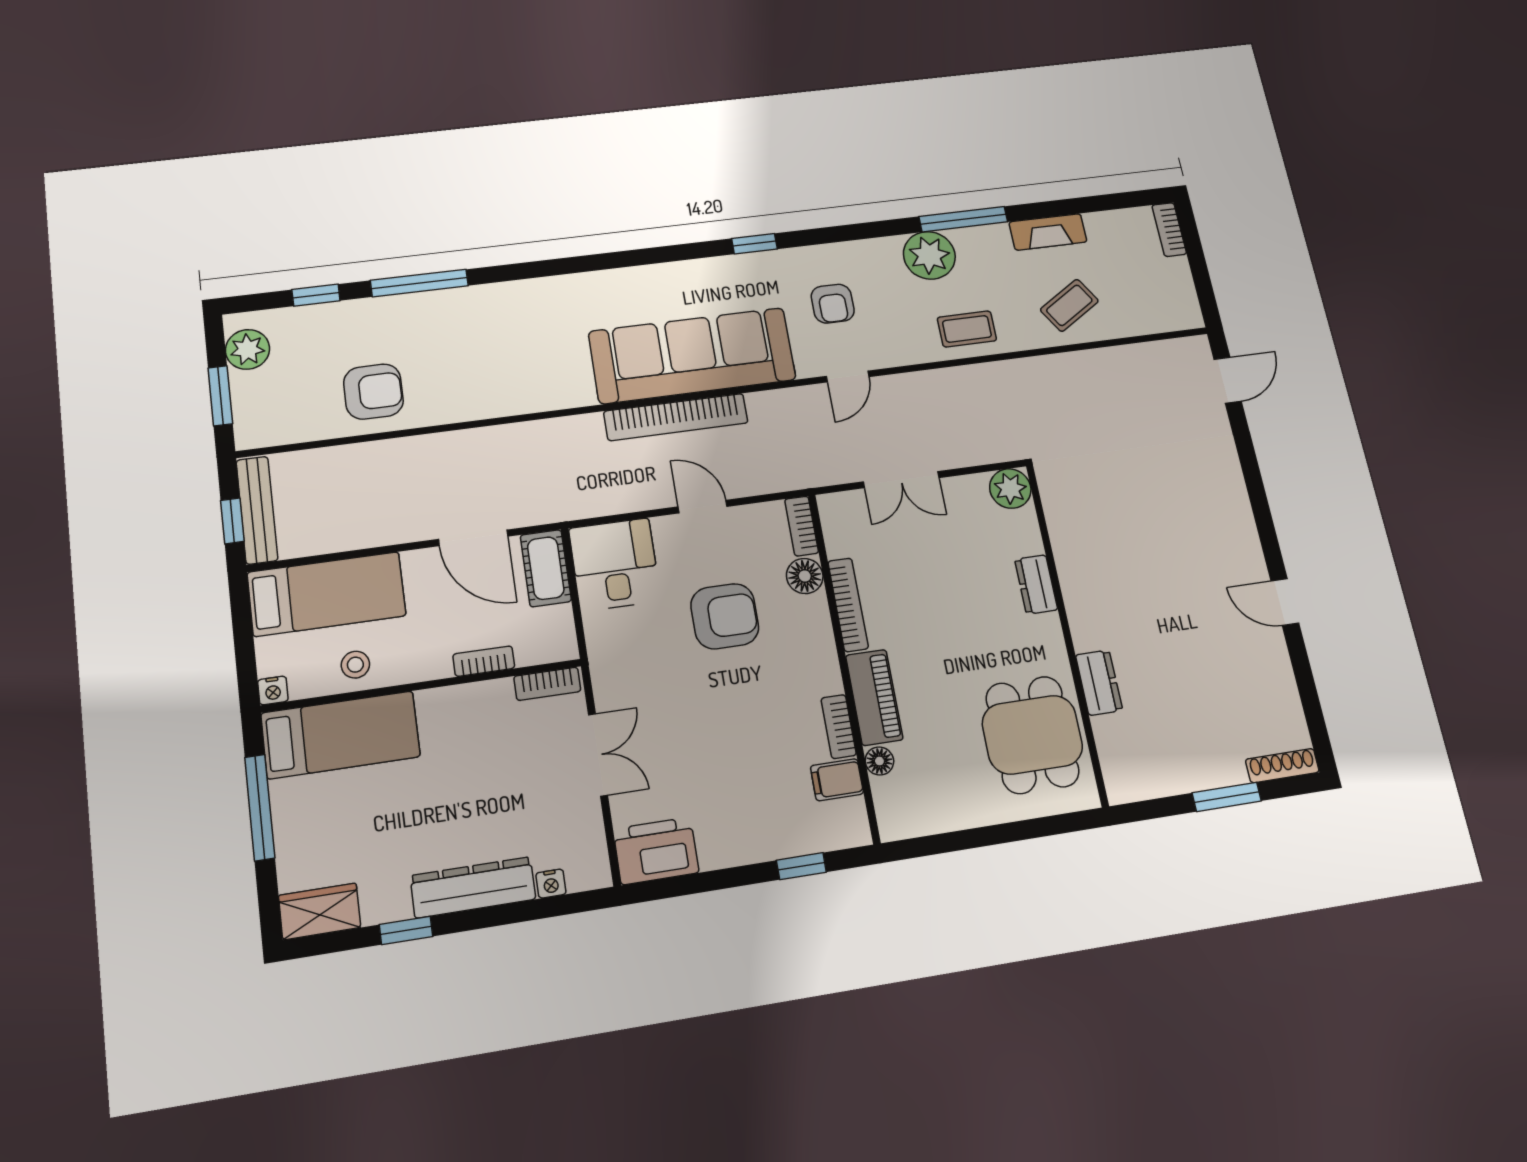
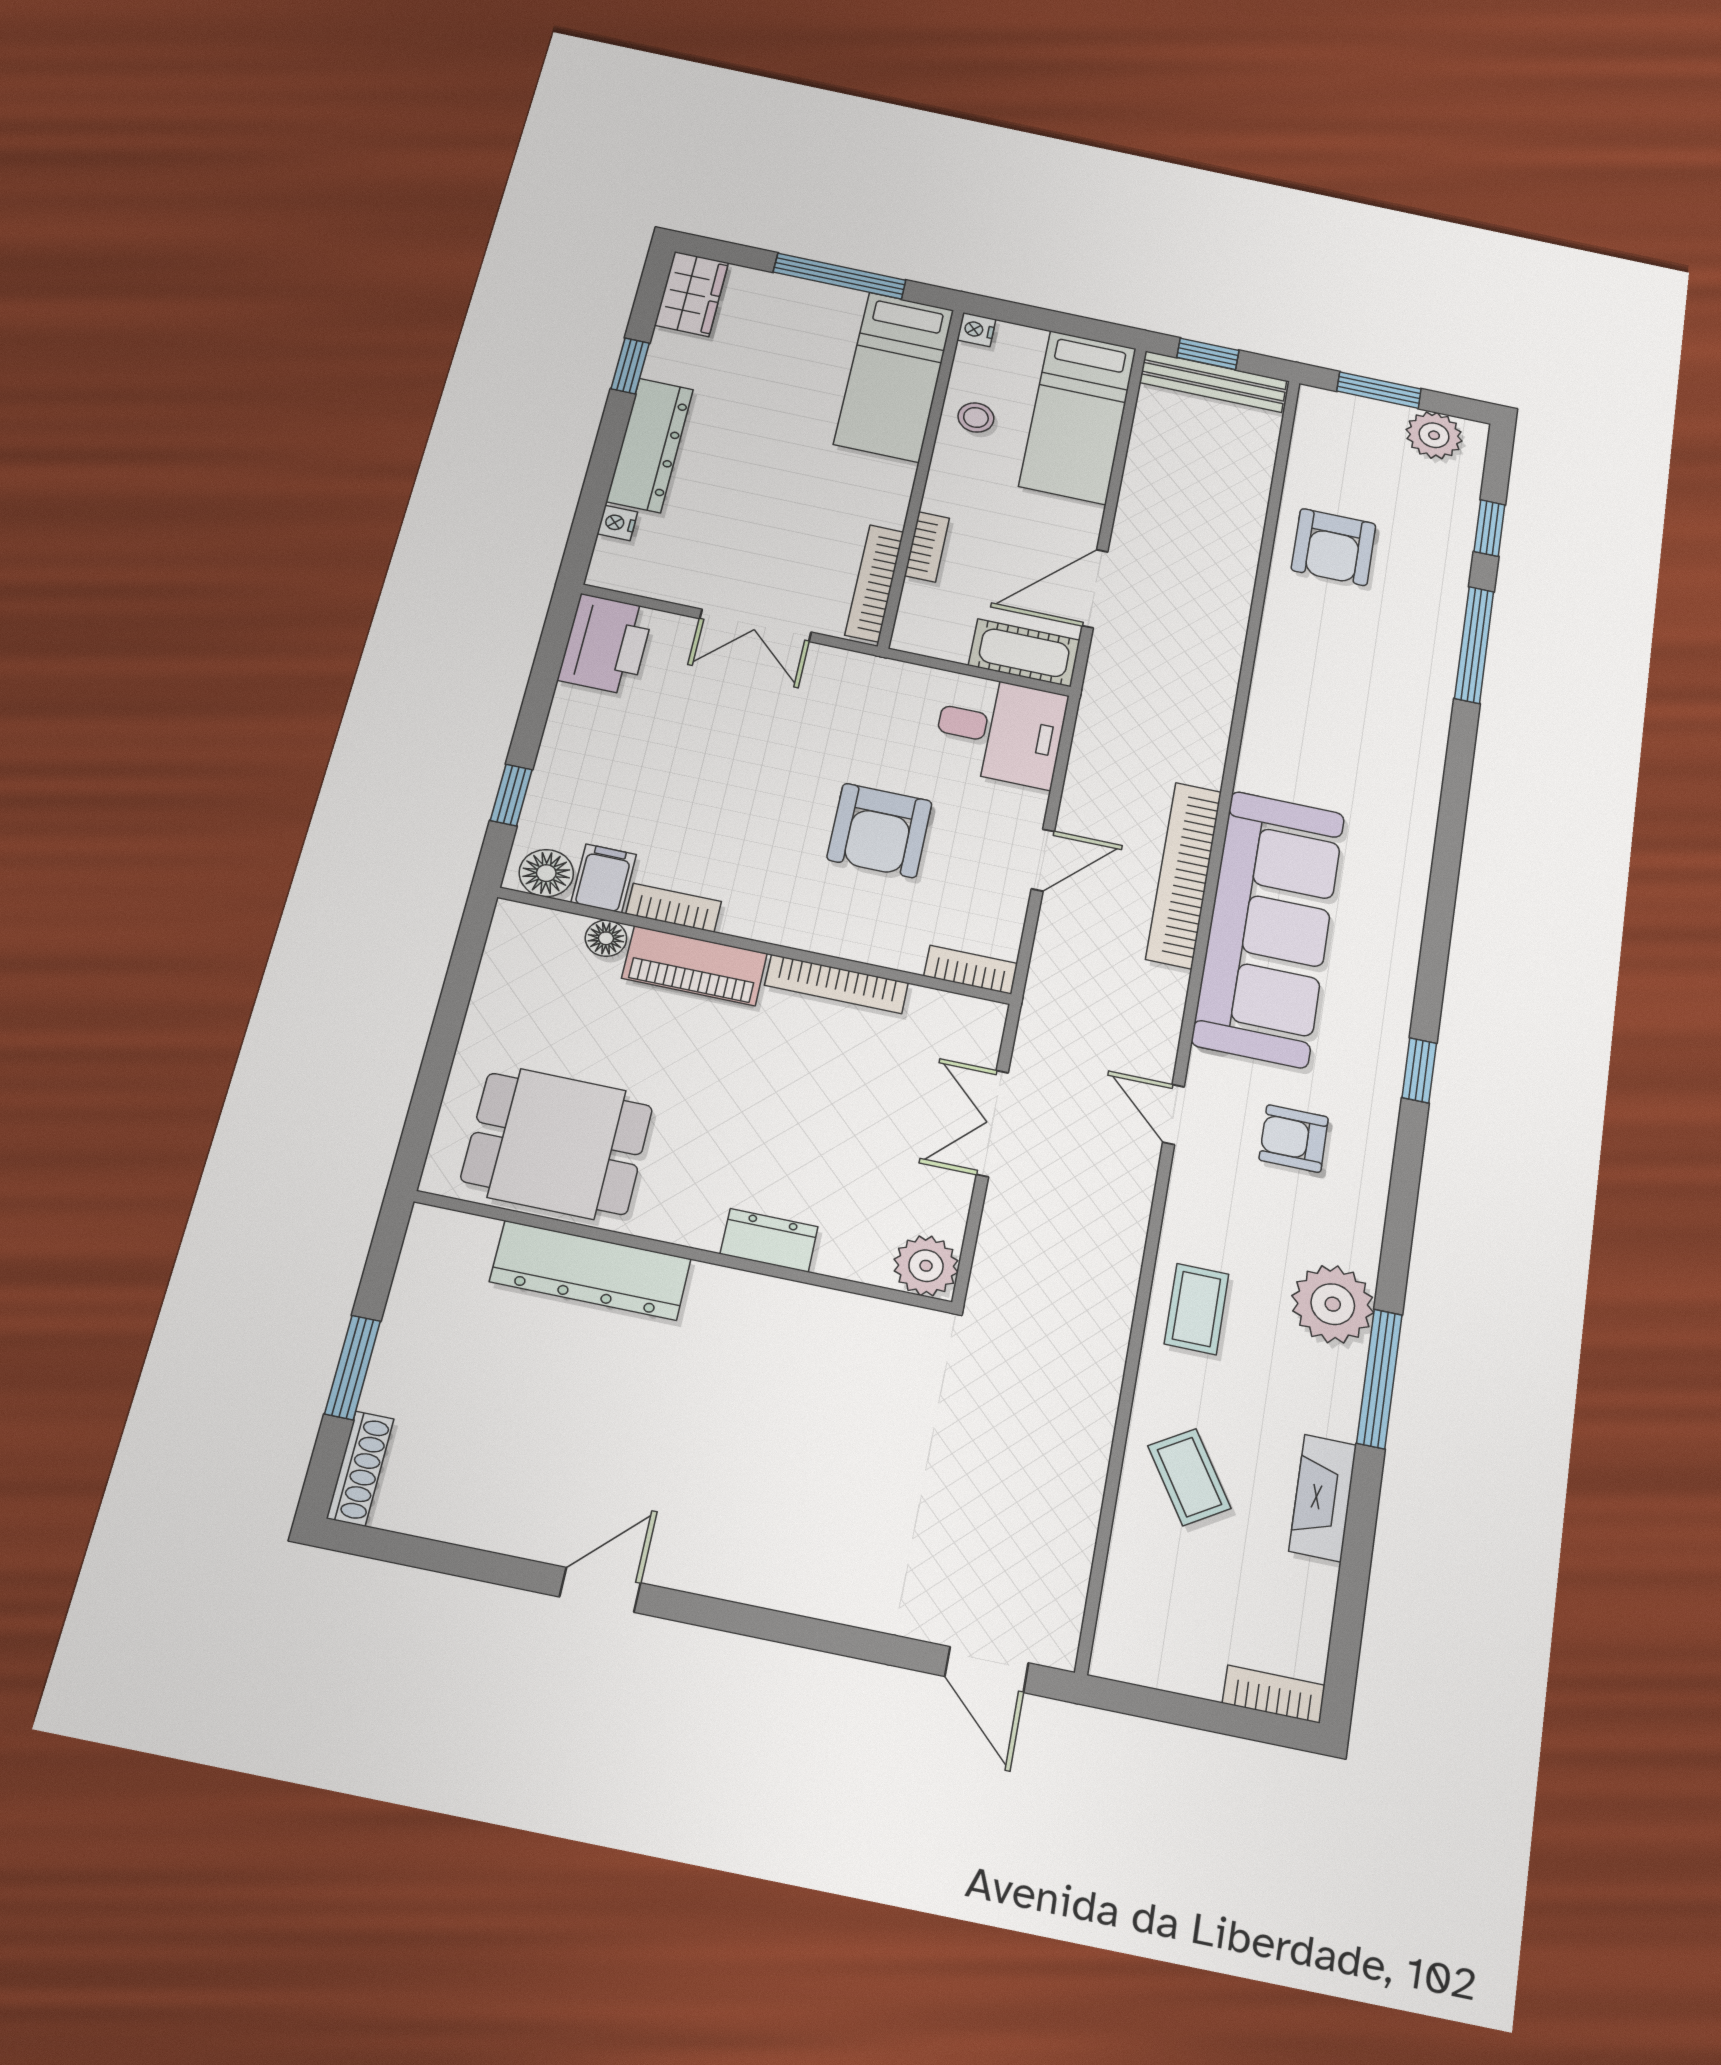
floor lamp: (805, 576) -> (546, 873), moved
dresser: (1099, 683) -> (590, 1270), width x1.96, depth x1.24
bookcase: (547, 684) -> (874, 583), width x1.56

